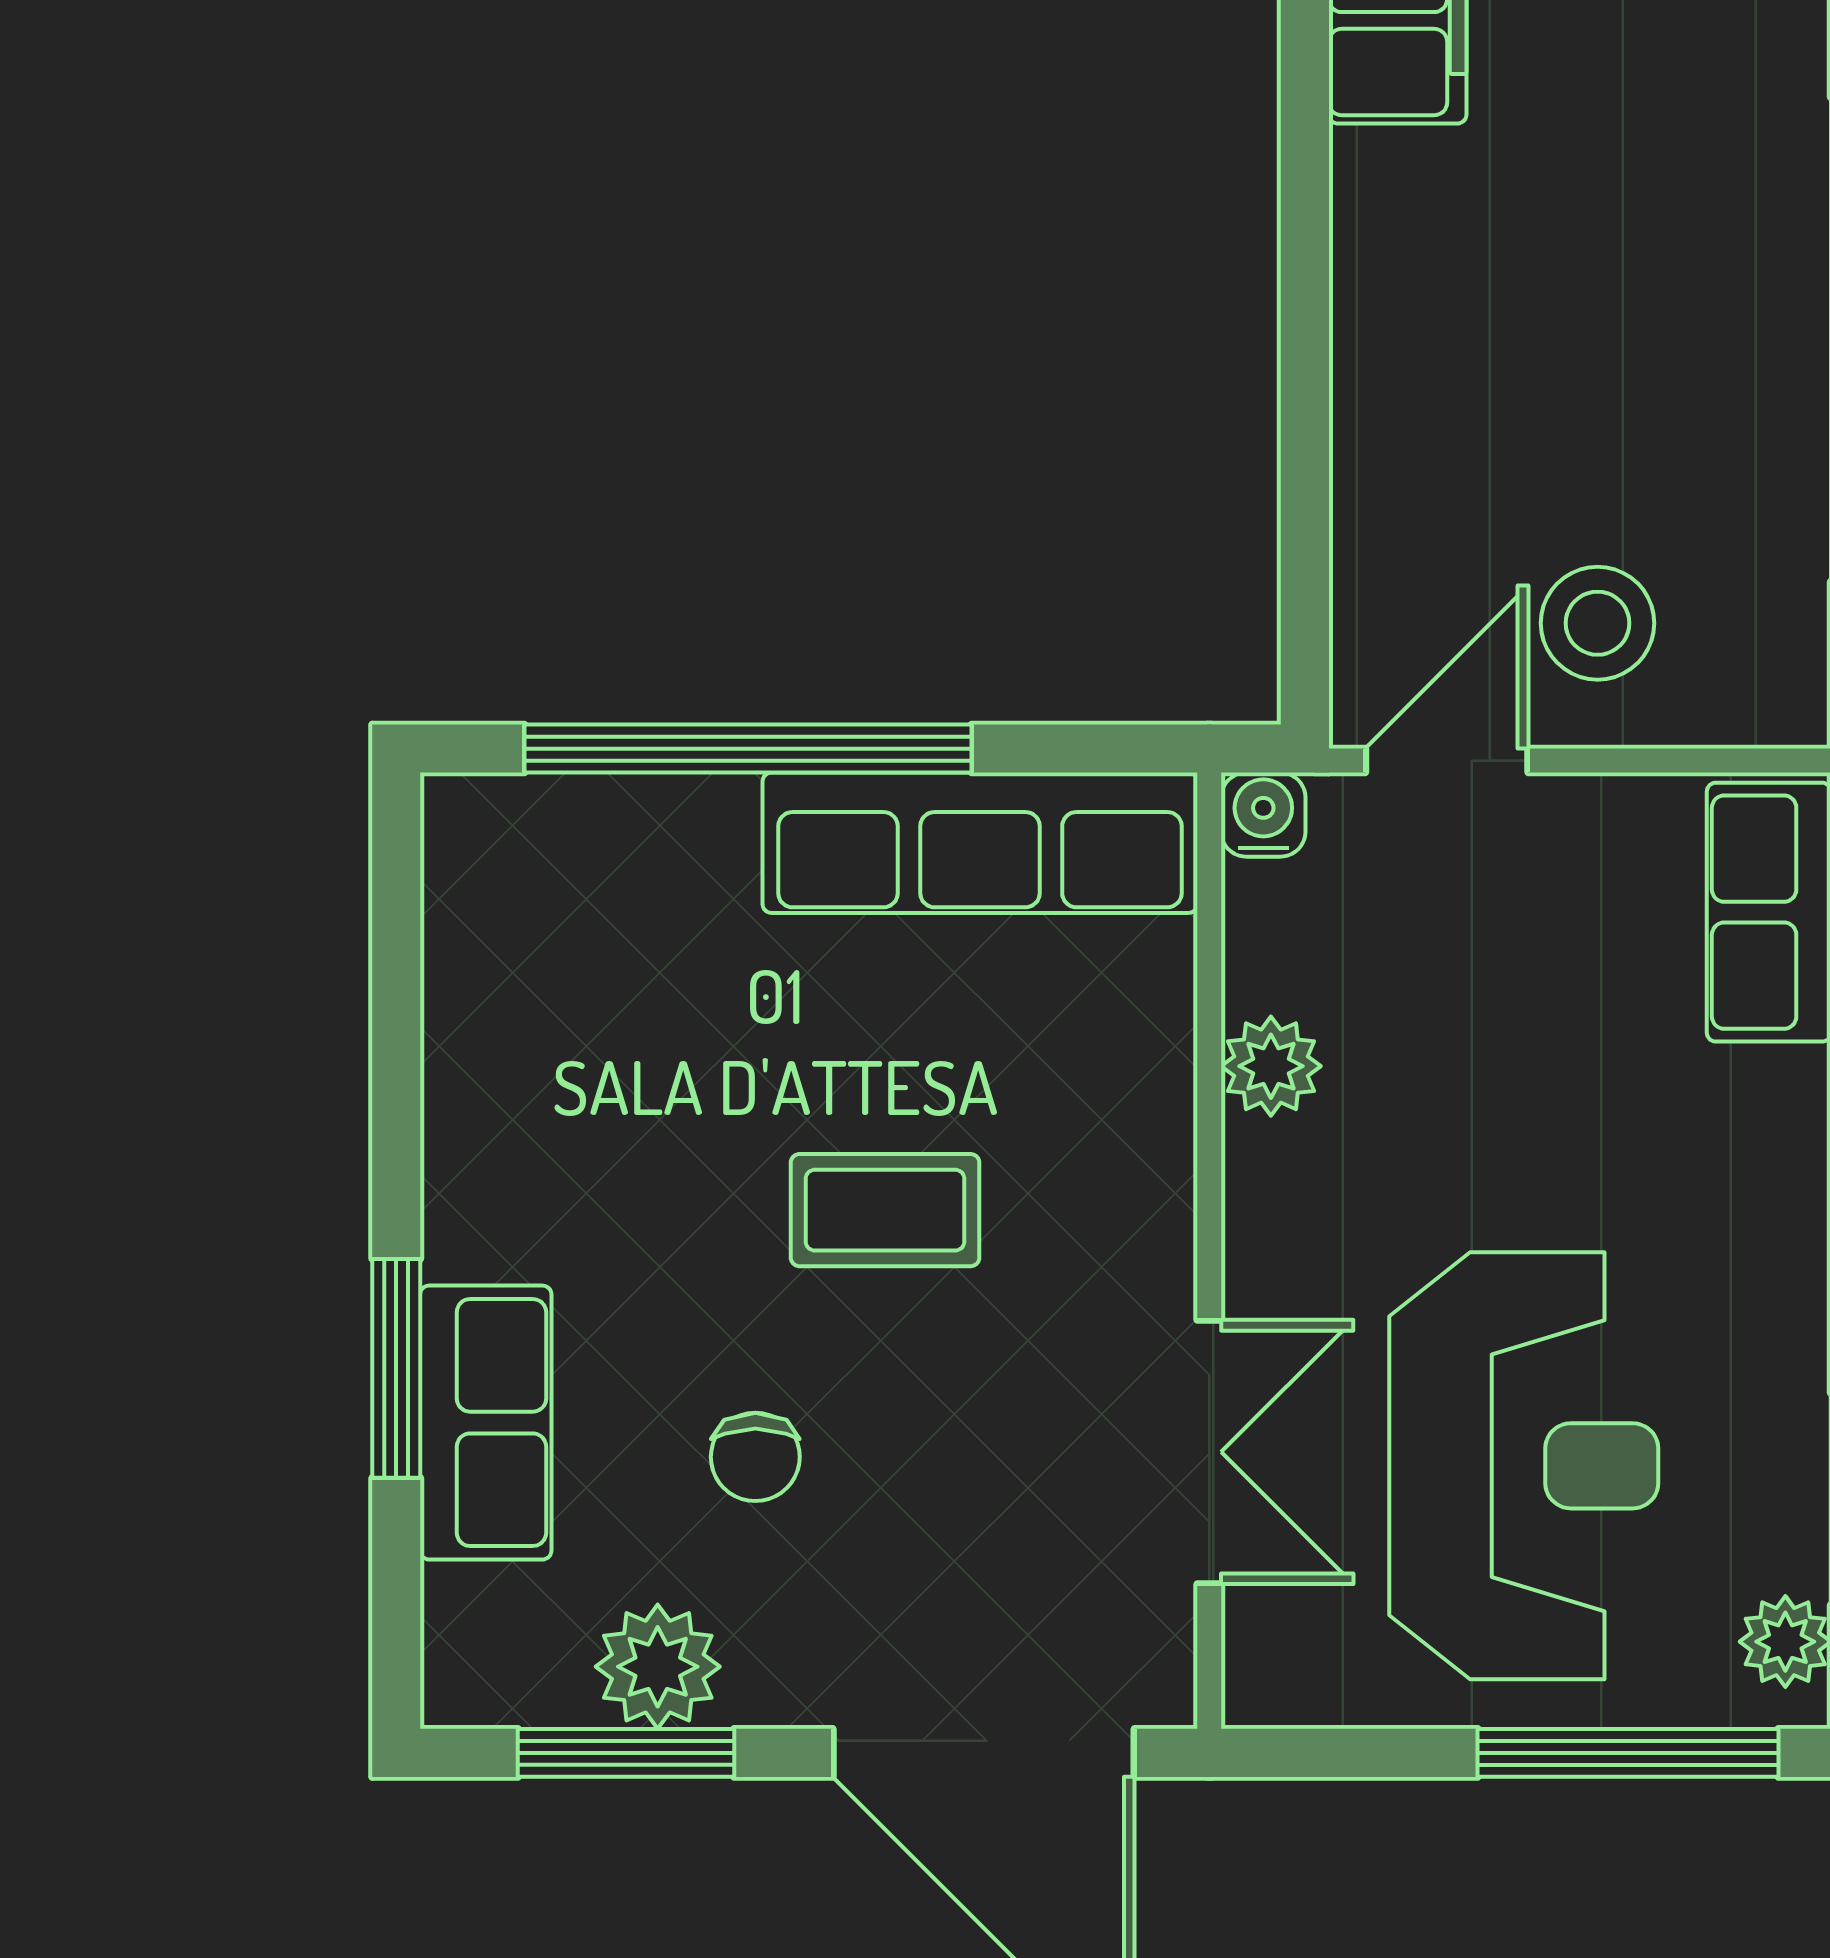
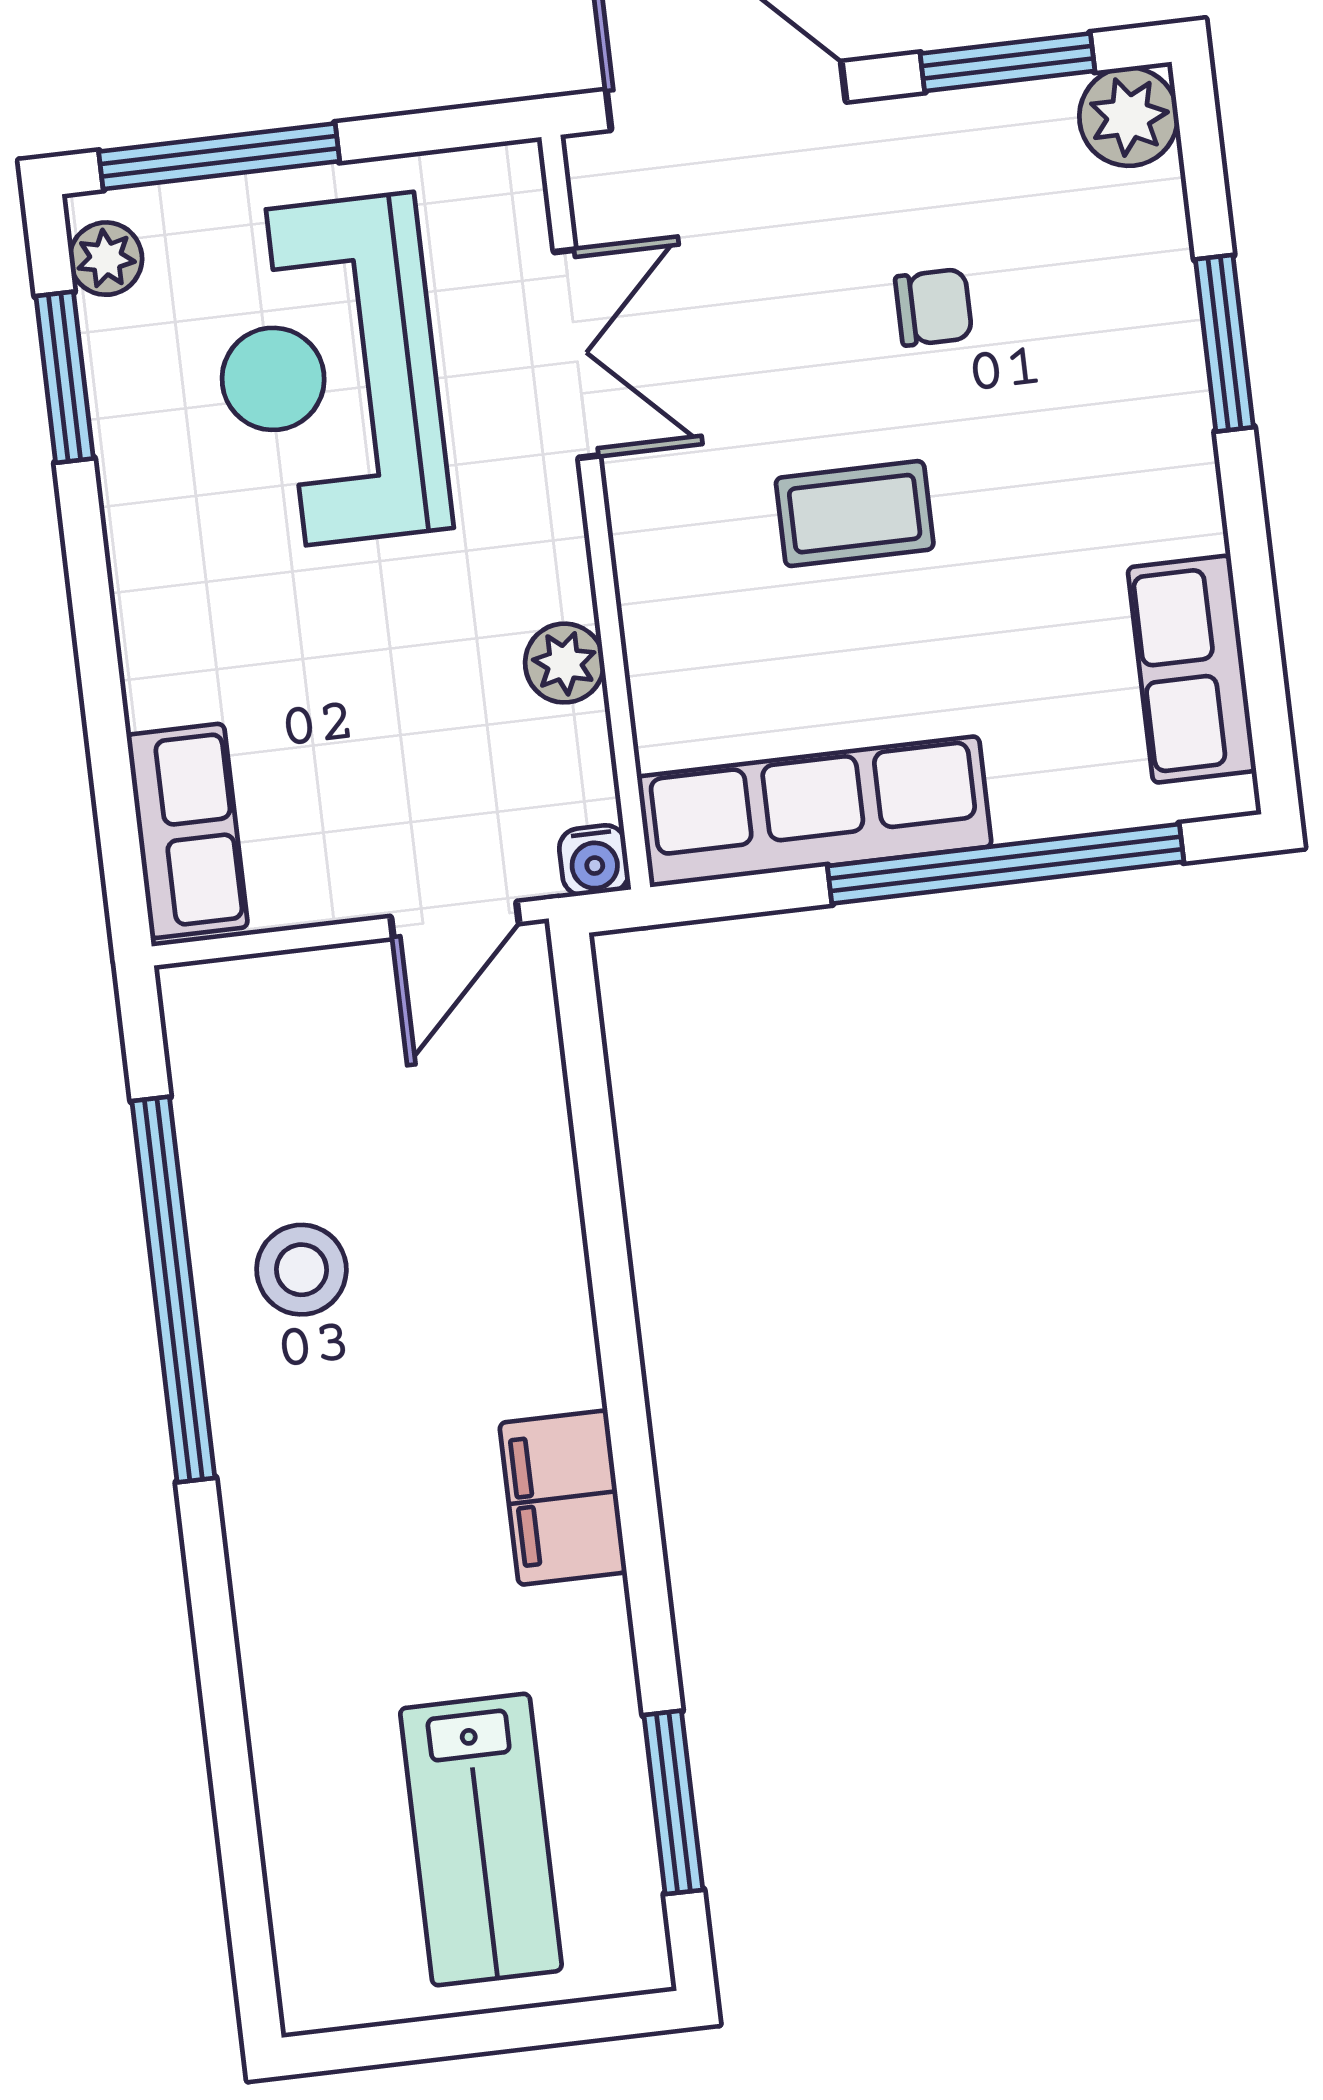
stool: (1598, 623) -> (301, 1270), moved
row of seats: (486, 1423) -> (1192, 669), moved
double door: (1209, 1452) -> (577, 354), swing flipped
chair: (755, 1457) -> (934, 307), turned 90
plant: (658, 1667) -> (1129, 117), moved

